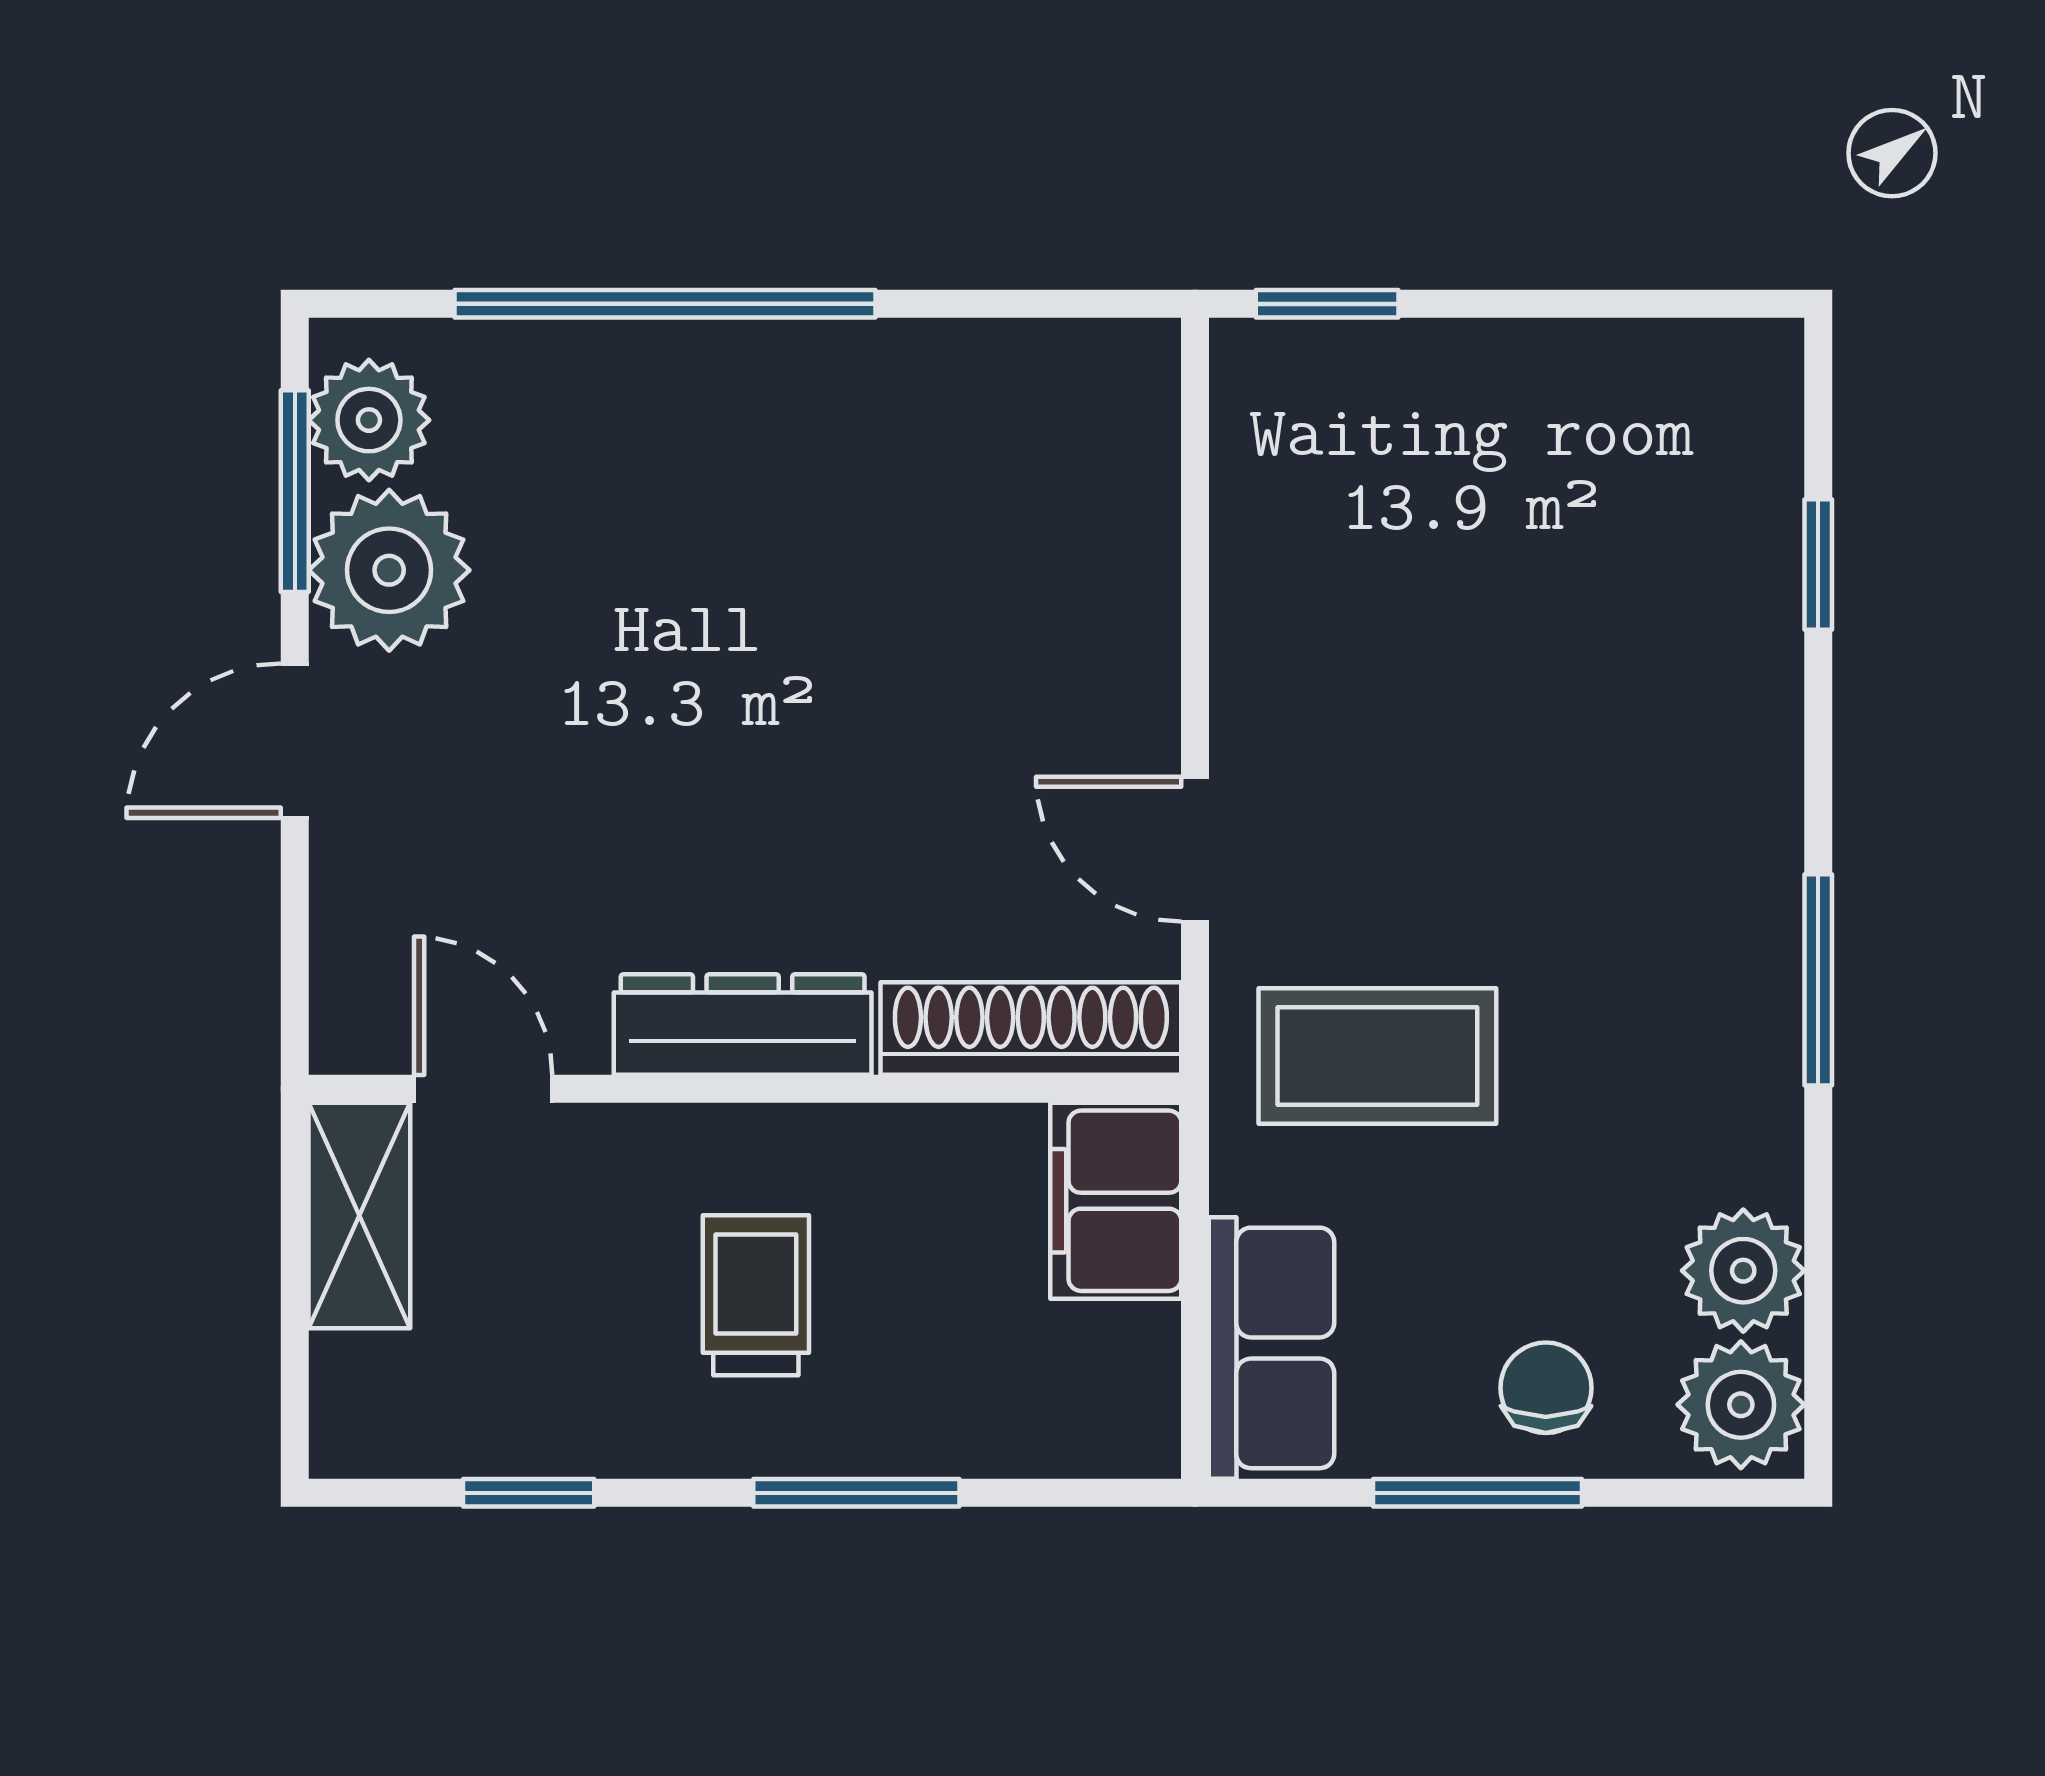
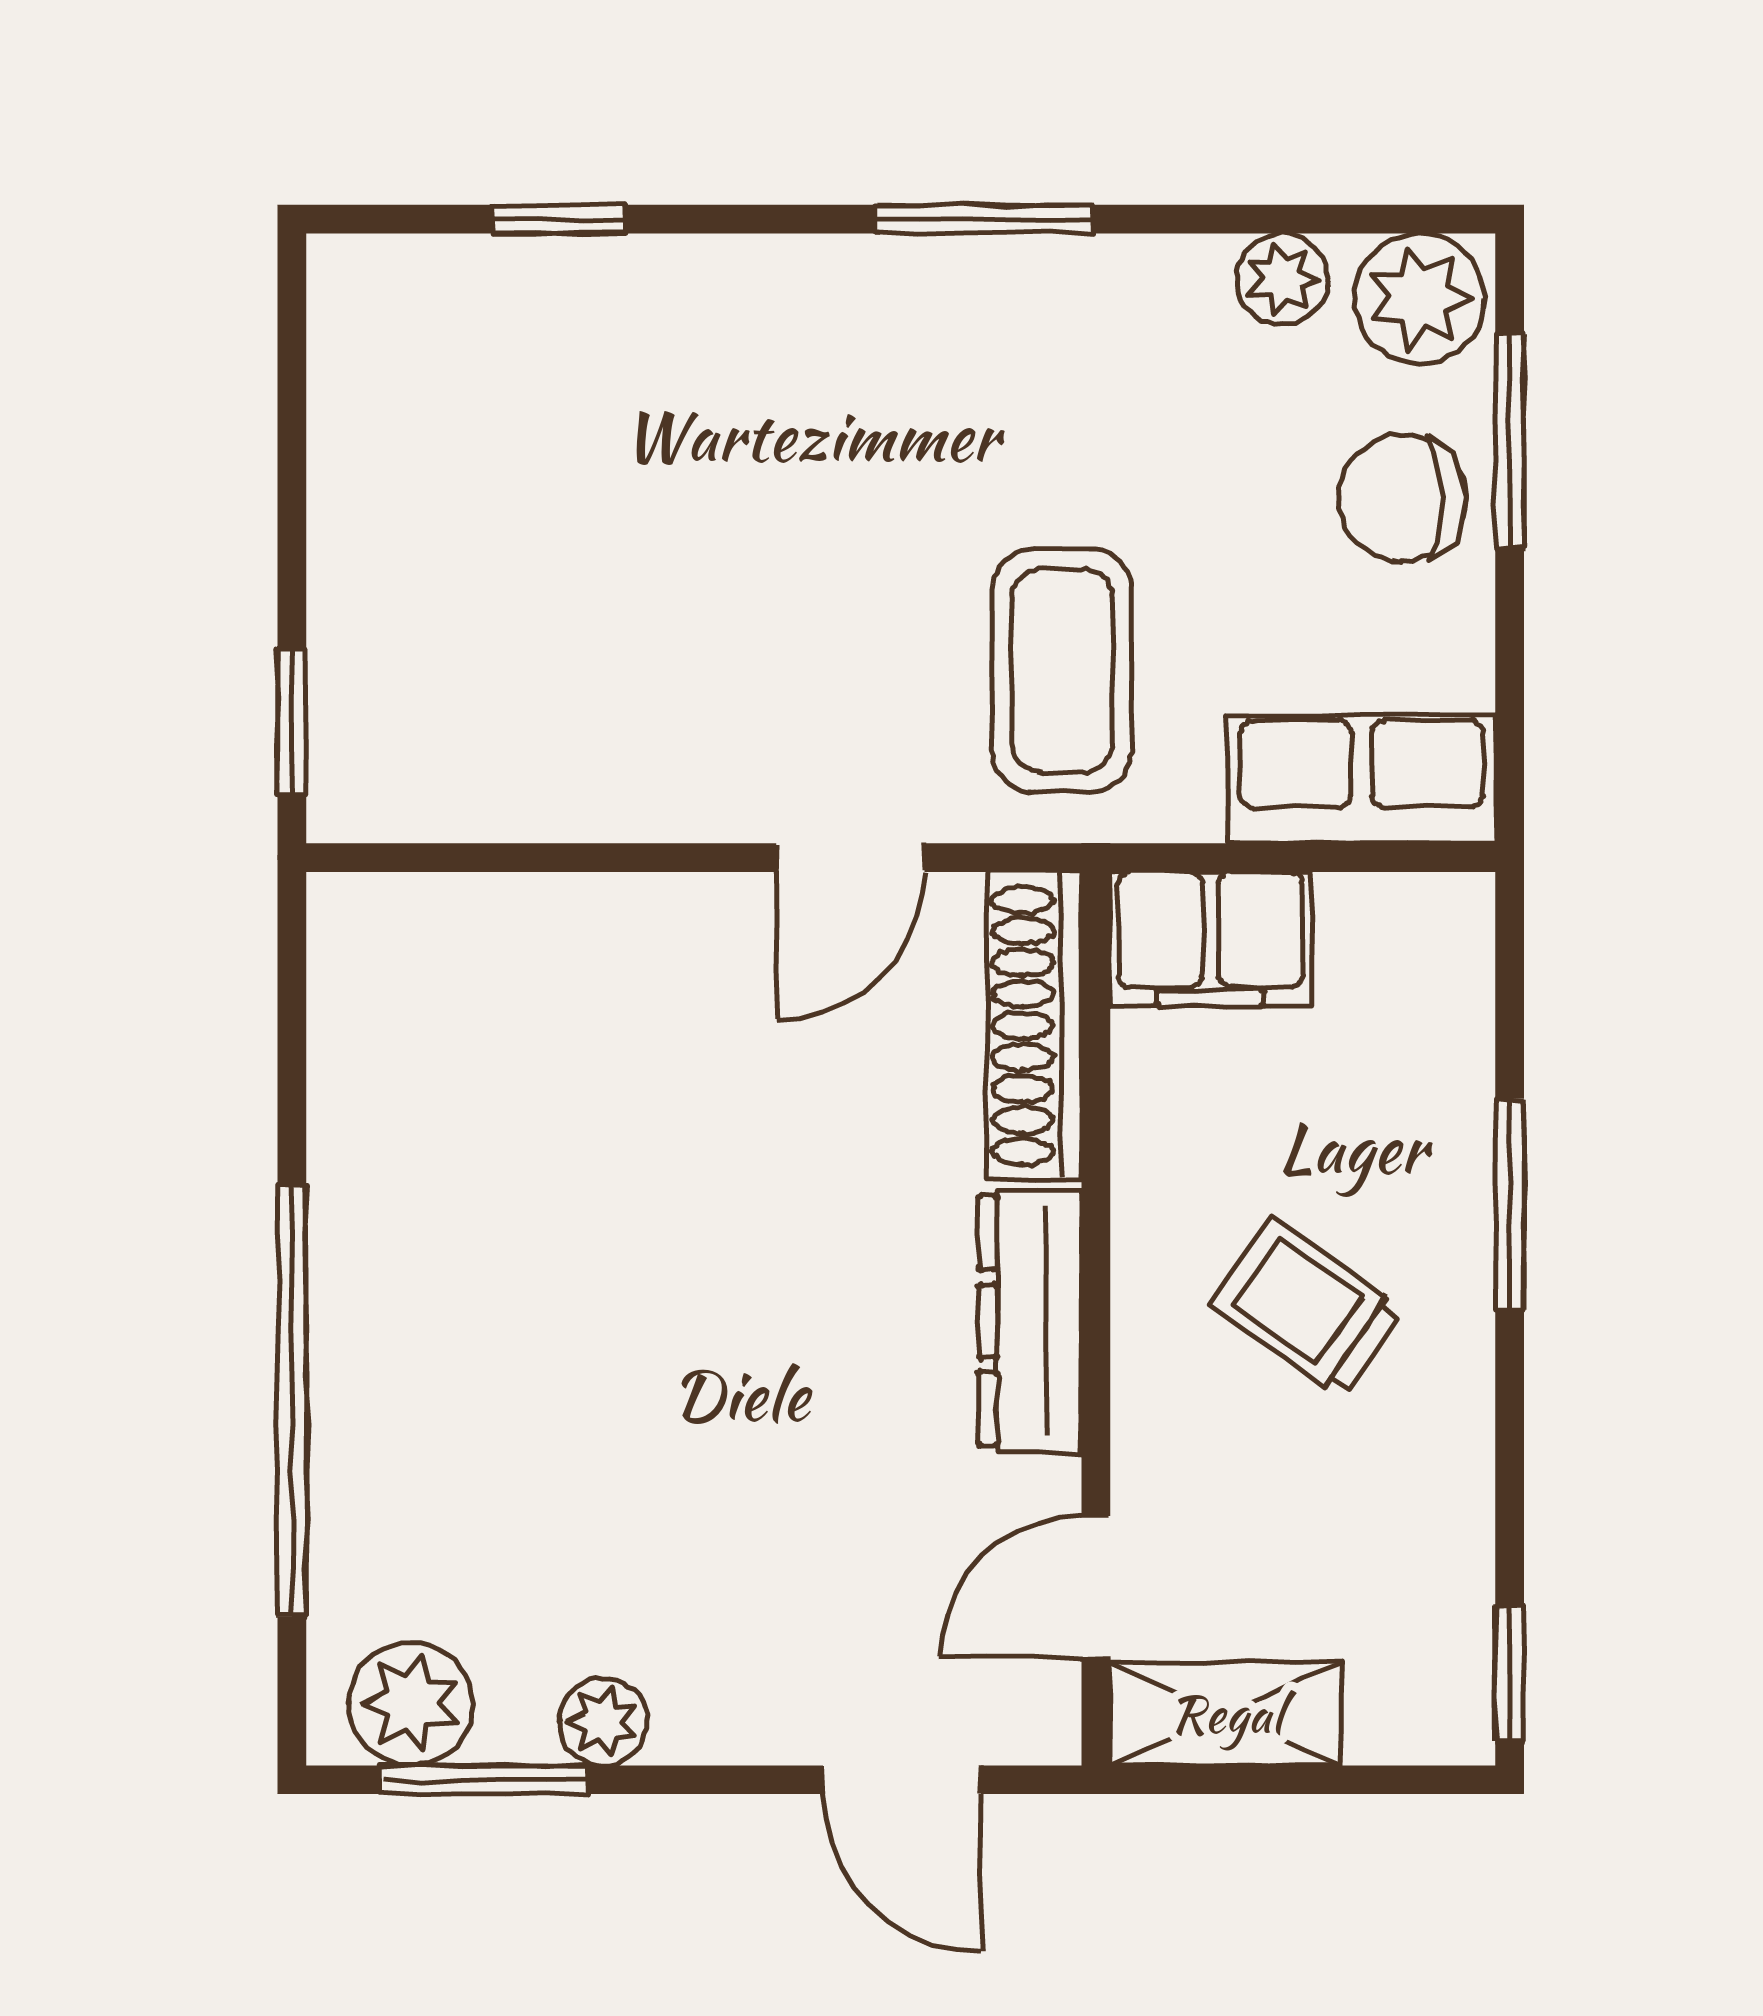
plant: (389, 570) -> (603, 1722), width x0.53, depth x0.53
door: (295, 741) -> (902, 1780), moved
plant: (1743, 1271) -> (1282, 279), width x0.73, depth x0.73
trolley: (756, 1295) -> (1307, 1307), turned 35
chair: (1546, 1388) -> (1402, 498), width x1.37, depth x1.37
window: (529, 1493) -> (1510, 1674), moved
window: (1477, 1493) -> (1510, 441), moved

